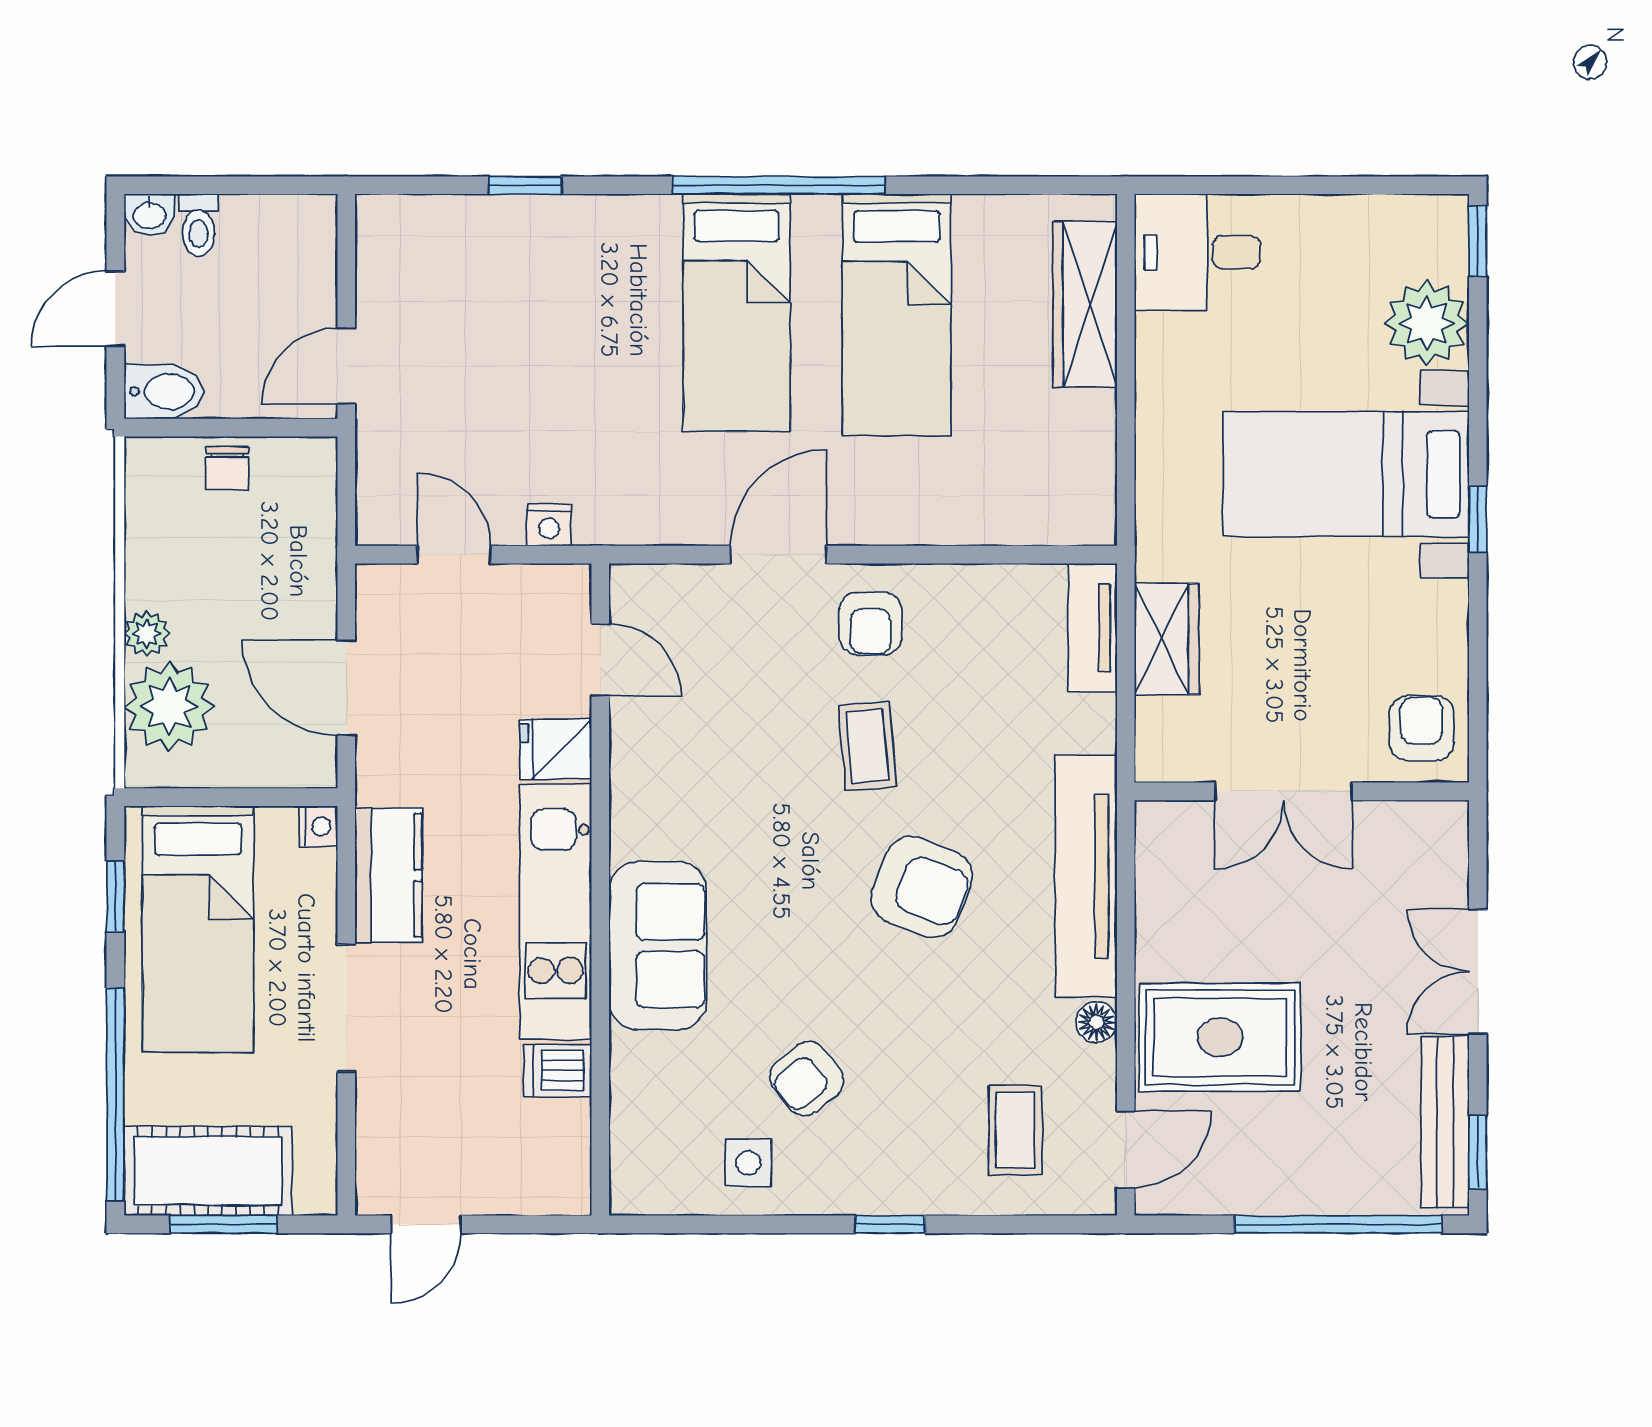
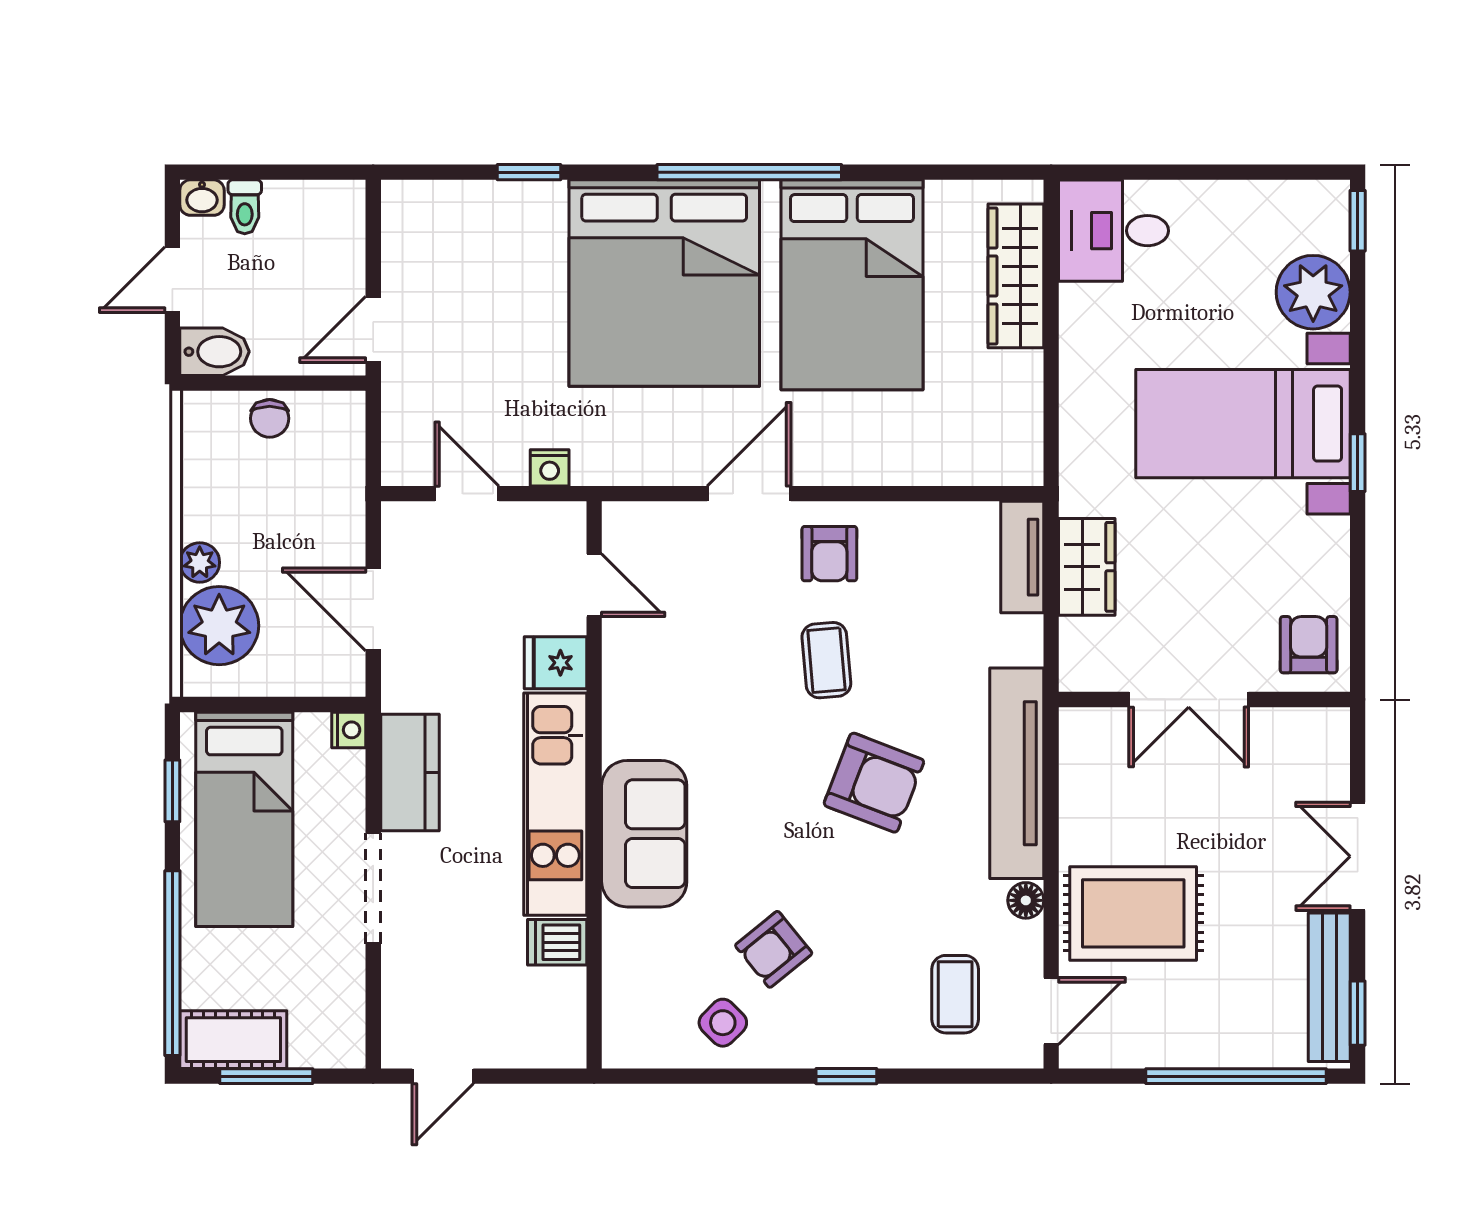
bed: (737, 313) -> (664, 283), width x2.04
bed: (897, 315) -> (852, 285), width x1.50
side table: (748, 1163) -> (723, 1023), turned 45
cot: (208, 1171) -> (233, 1040), width x0.73, depth x0.75

